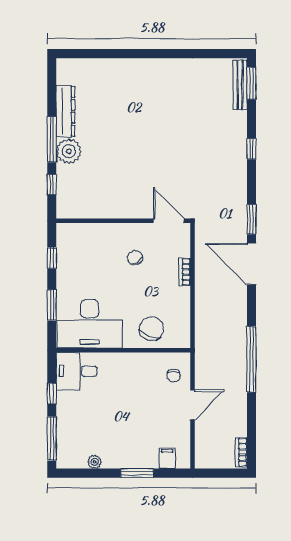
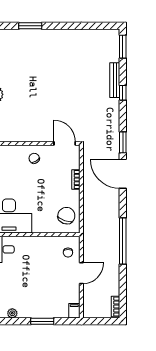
window: (120, 54) -> (30, 26), added
bench: (240, 85) -> (115, 80), moved
chair: (135, 258) -> (34, 158), moved
chair: (151, 329) -> (66, 216), moved
filing cabinet: (167, 458) -> (74, 311), moved

